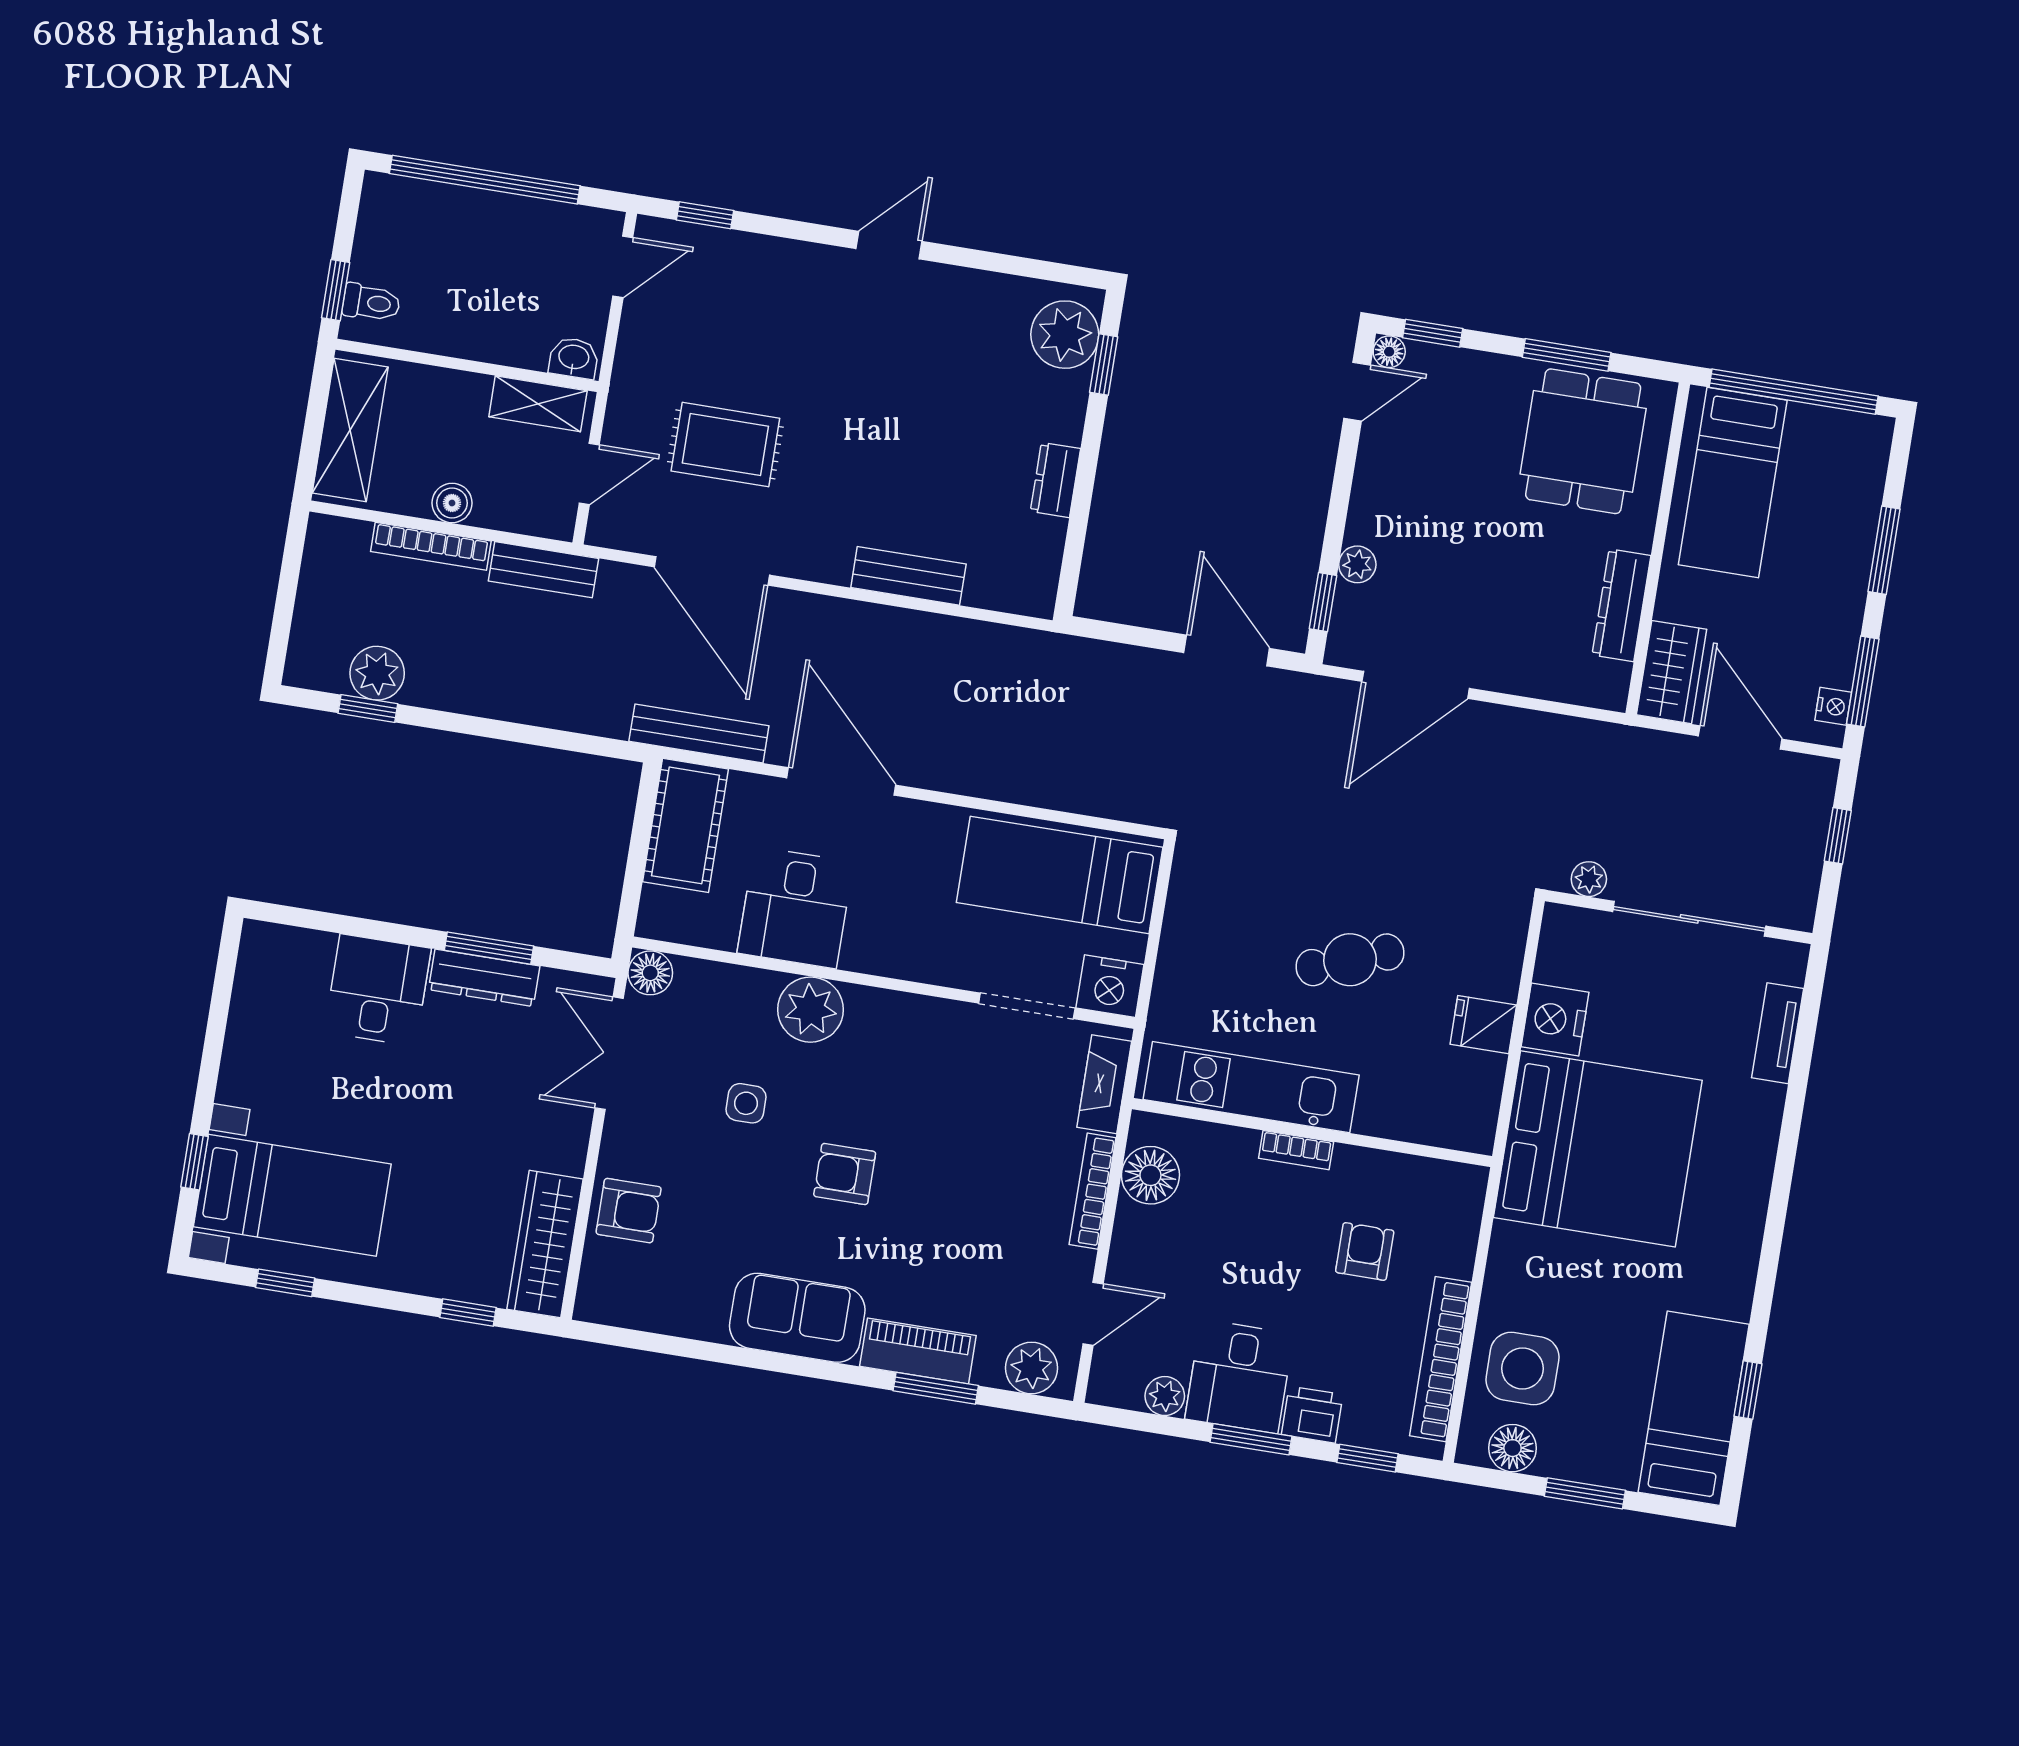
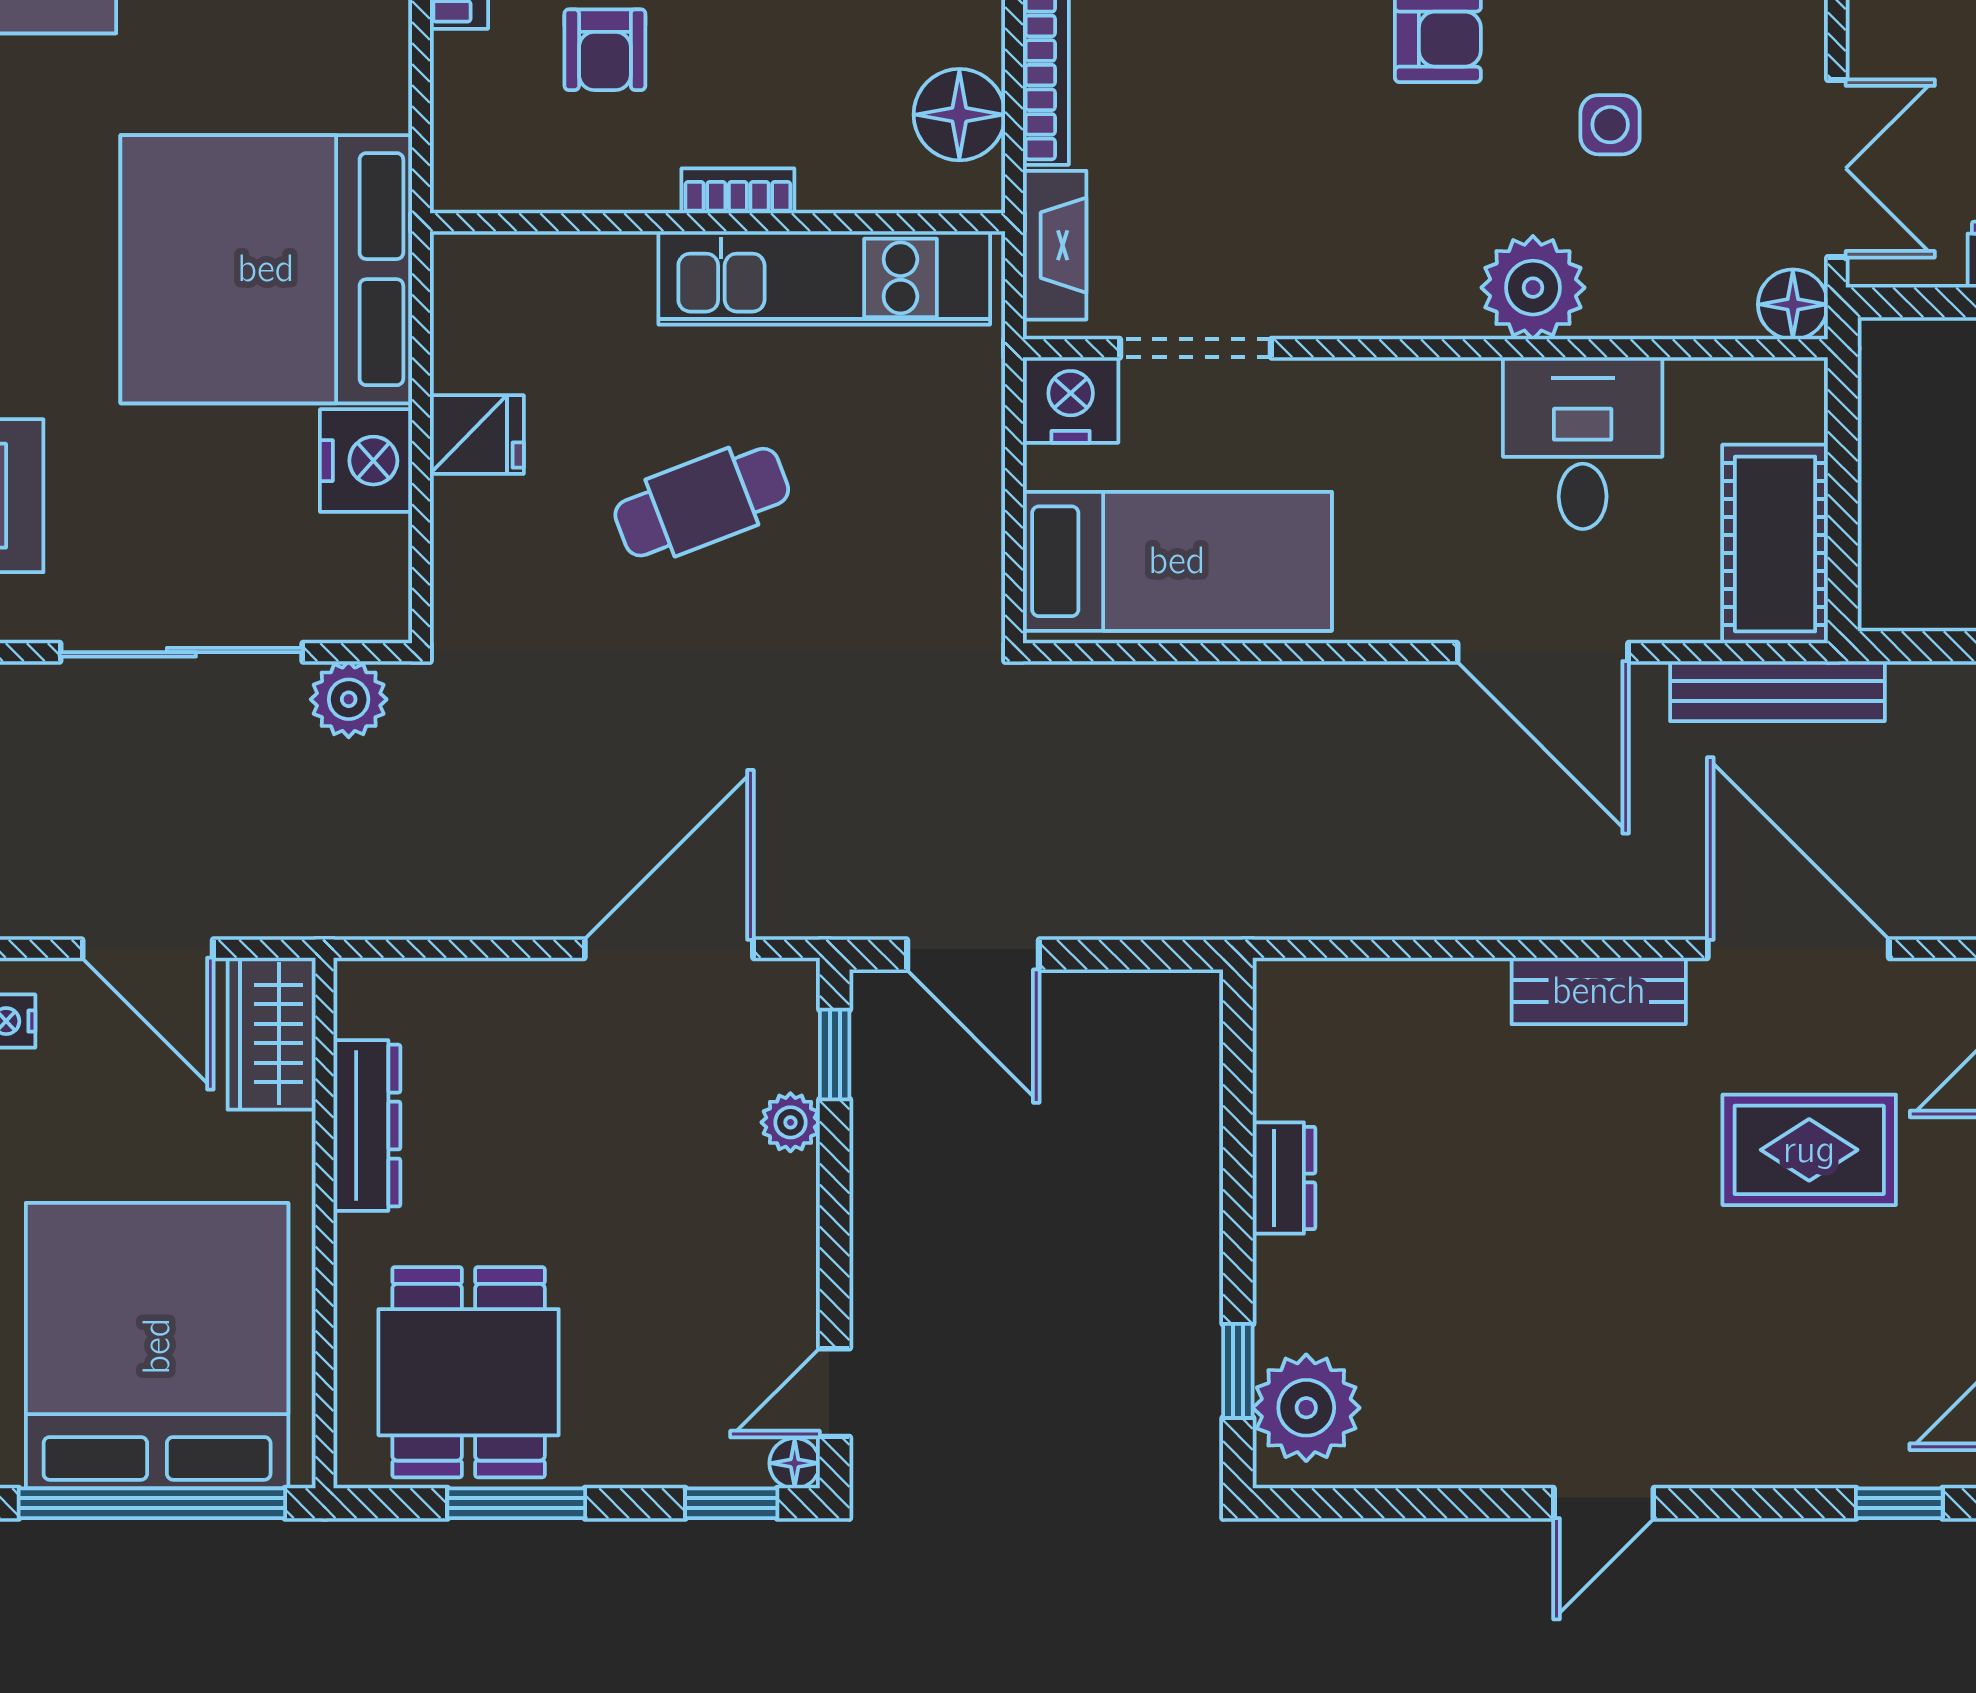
bed: (1733, 482) -> (157, 1346), width x2.04
bench: (908, 576) -> (1599, 991), moved
plant: (1589, 879) -> (349, 699), width x1.38, depth x1.38

